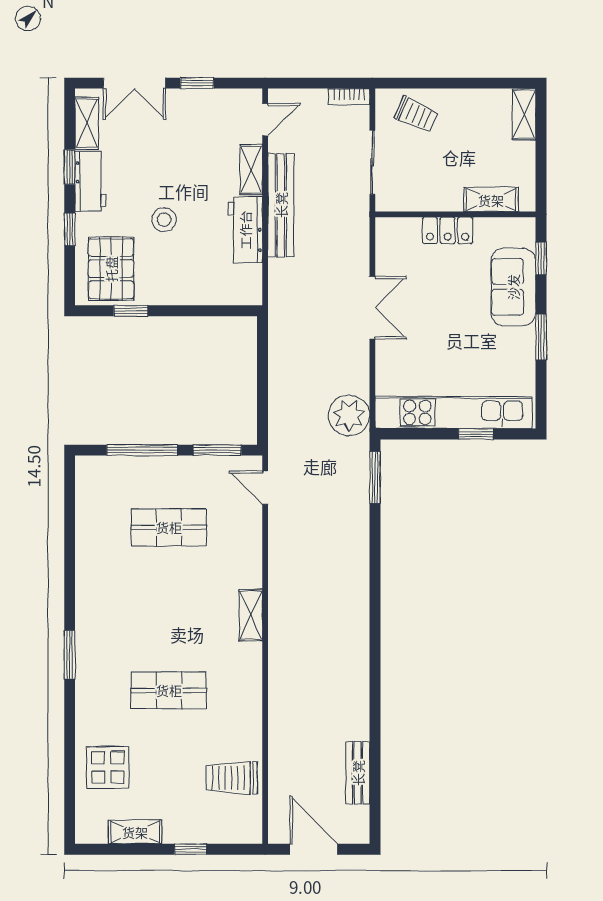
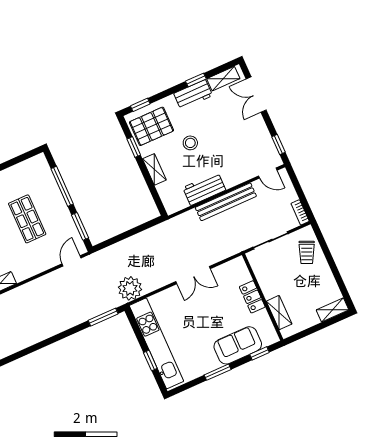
window: (197, 83) -> (278, 145), moved
shelving: (251, 170) -> (154, 169), moved, turned 90
window: (70, 229) -> (140, 105), moved

